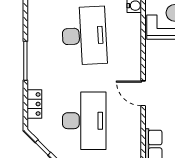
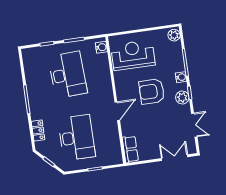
door: (143, 93) -> (117, 111), swing flipped

